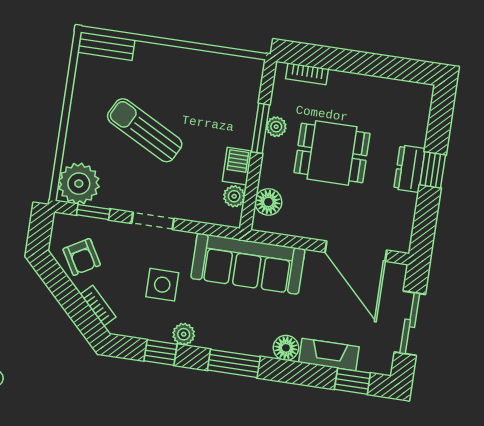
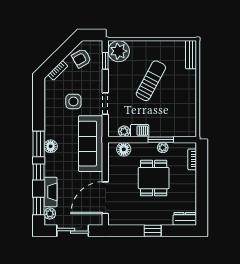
dresser: (409, 169) -> (185, 219), moved
doorway: (153, 221) -> (105, 103), moved
plant: (184, 334) -> (50, 214), moved
floor lamp: (286, 348) -> (51, 146), moved
window: (160, 353) -> (39, 172), moved

